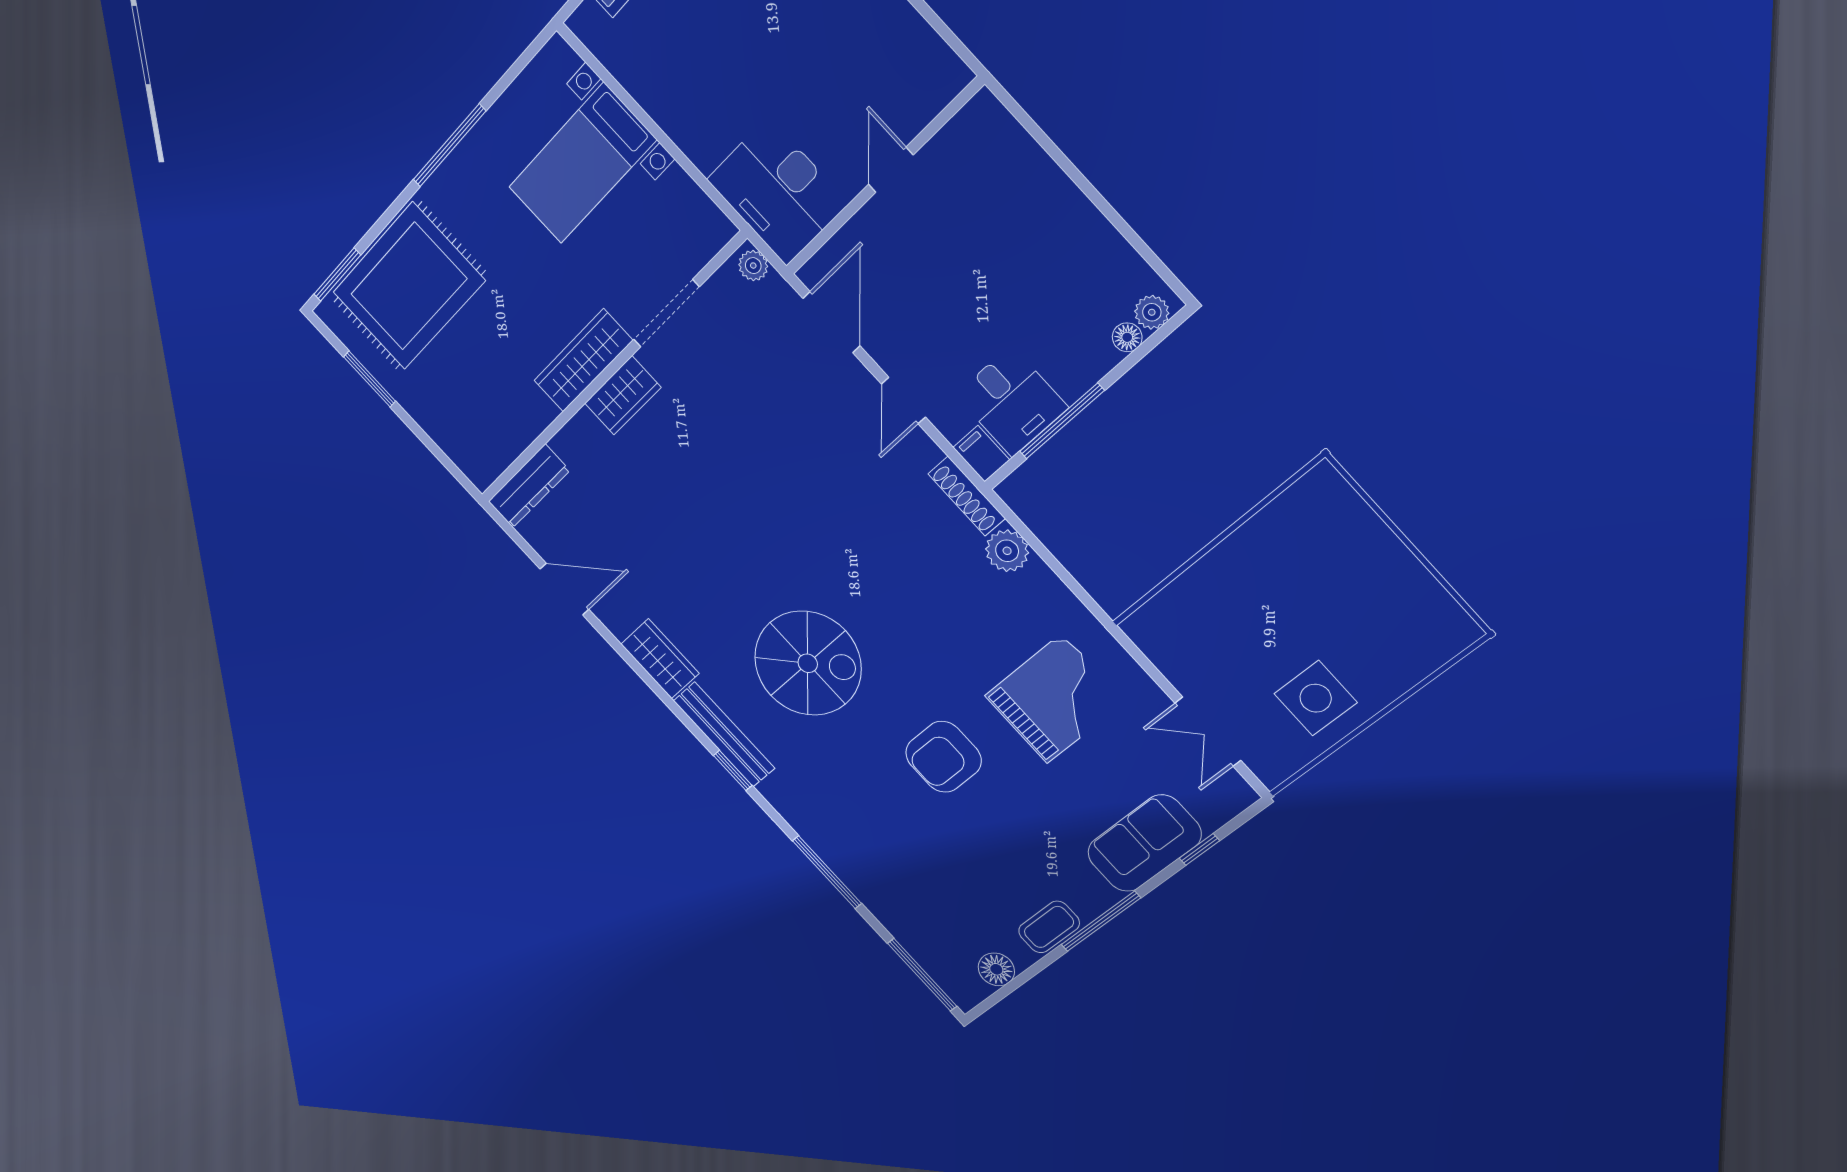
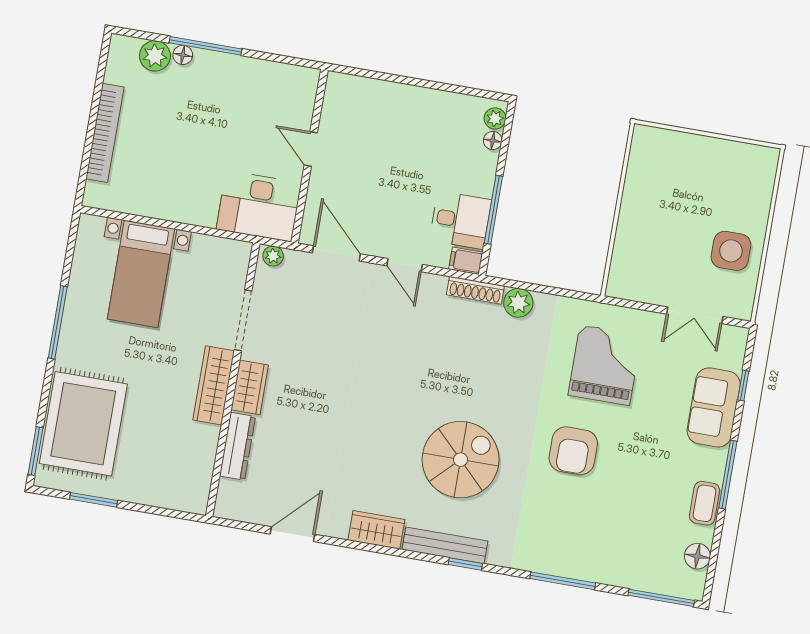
dresser: (529, 486) -> (237, 446), moved

